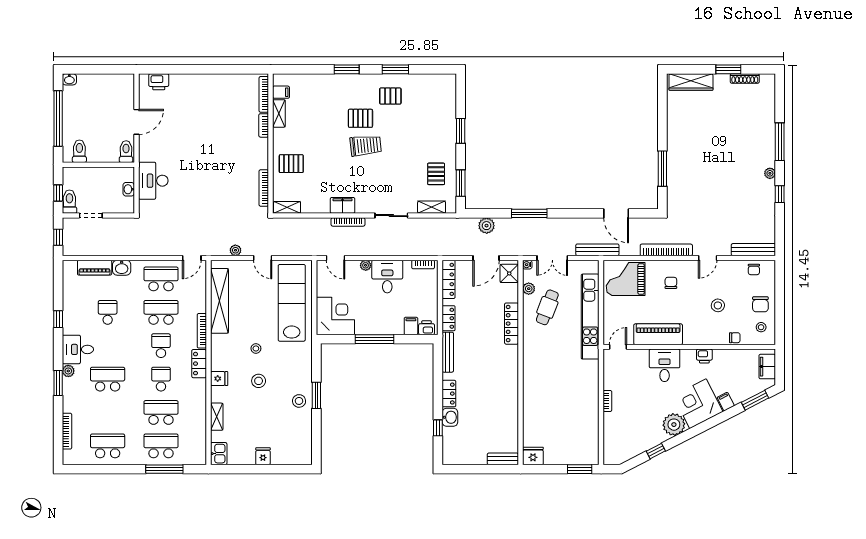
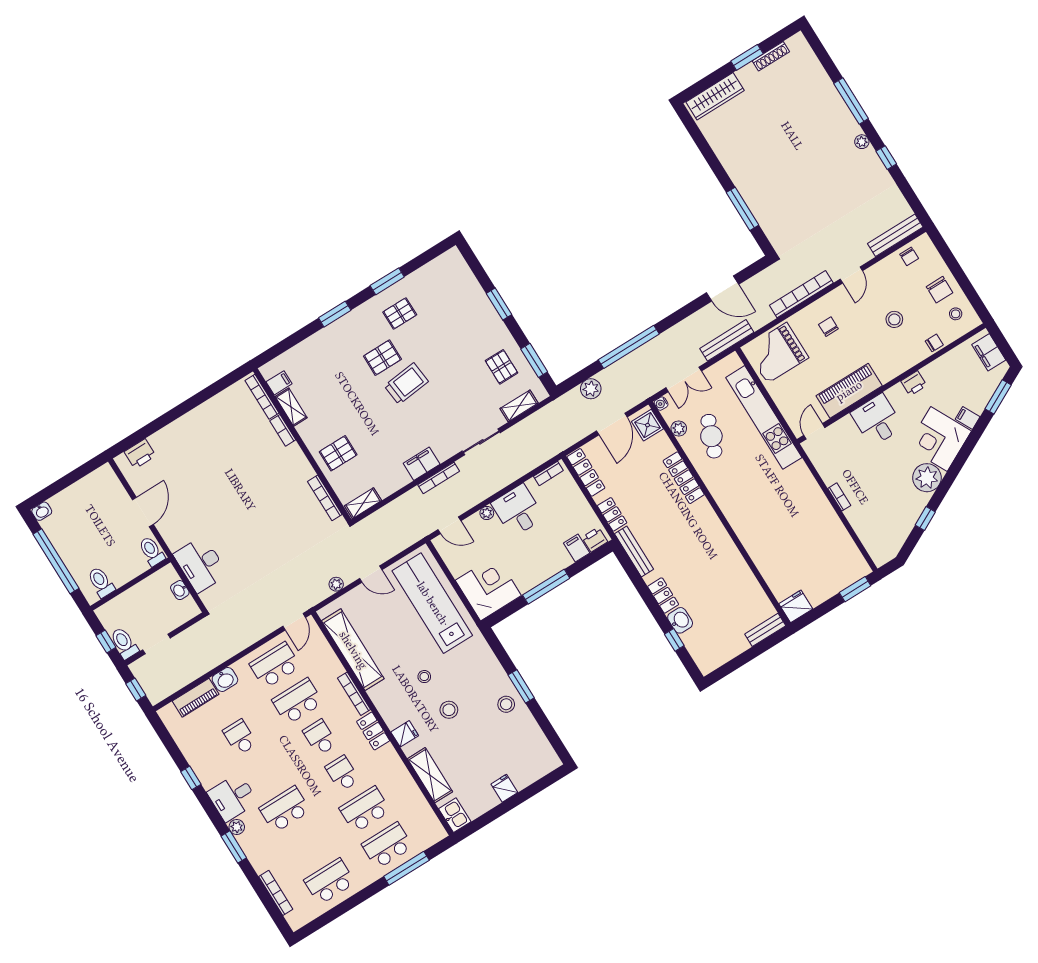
window: (529, 213) -> (629, 347), width x1.46
shelving: (217, 417) -> (430, 775), width x1.50, depth x1.33

